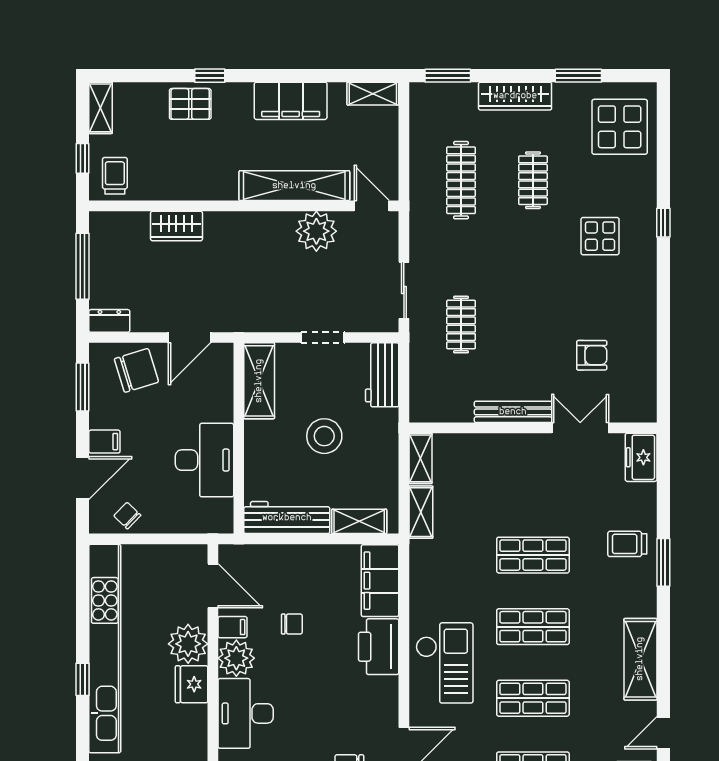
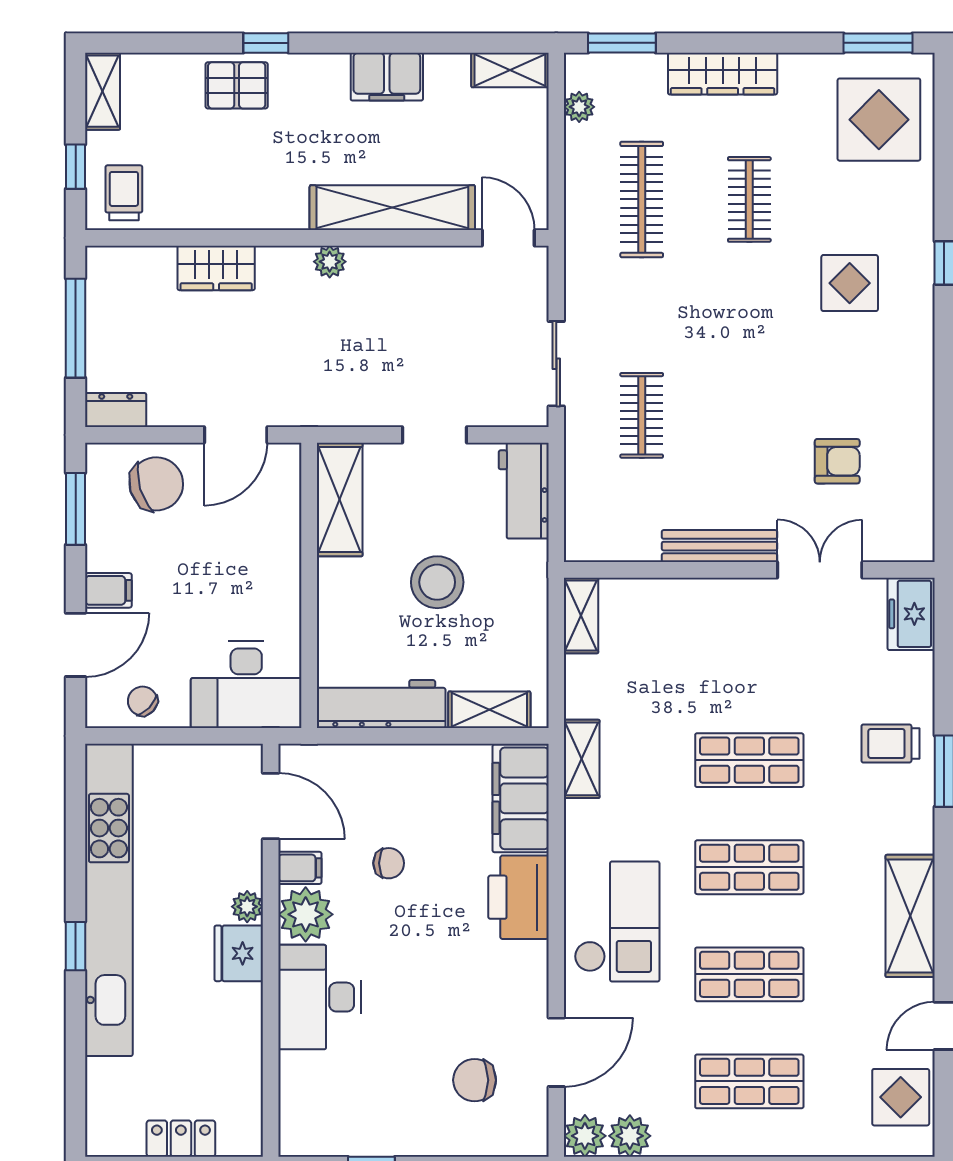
window: (578, 76) -> (878, 43), moved
filing cabinet: (291, 101) -> (387, 77), width x0.67, depth x0.86
plant: (419, 118) -> (579, 107), added
plant: (316, 231) -> (330, 262), moved, width x0.53, depth x0.53
desk: (204, 460) -> (246, 685), moved, turned 90
shelving: (421, 512) -> (582, 759), moved
plant: (188, 644) -> (247, 907), width x0.53, depth x0.53

